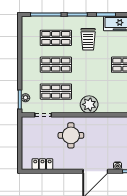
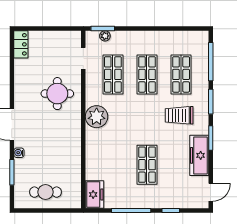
locker: (42, 164) -> (21, 44), moved

